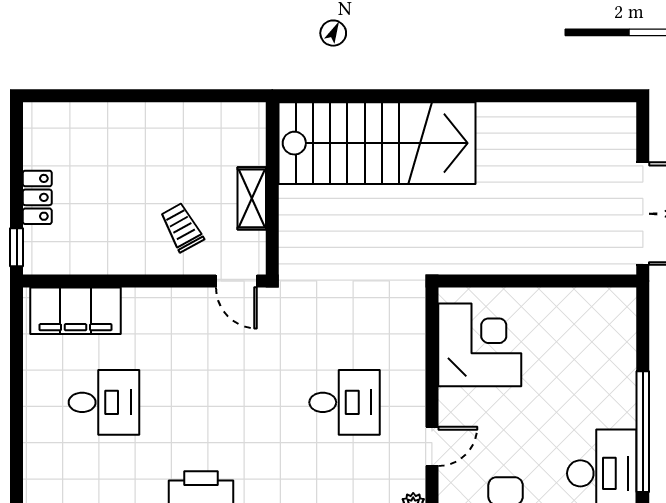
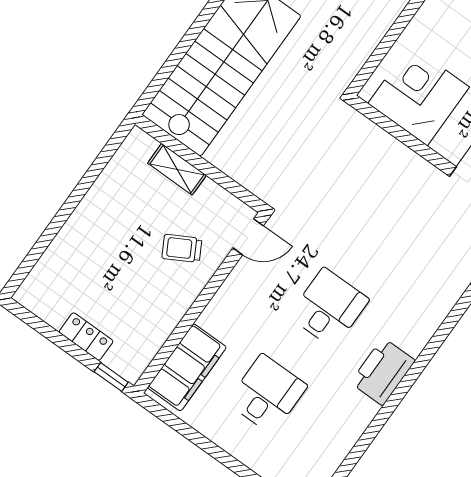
shelving: (252, 198) -> (177, 169), moved
desk: (345, 402) -> (329, 308), moved

